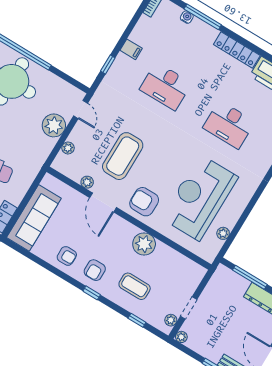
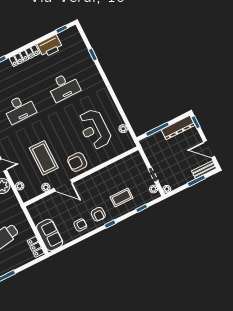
reception desk: (200, 198) -> (95, 129), width x0.74, depth x0.77
sofa: (34, 218) -> (50, 235), width x0.73
plant: (144, 244) -> (101, 177), removed

